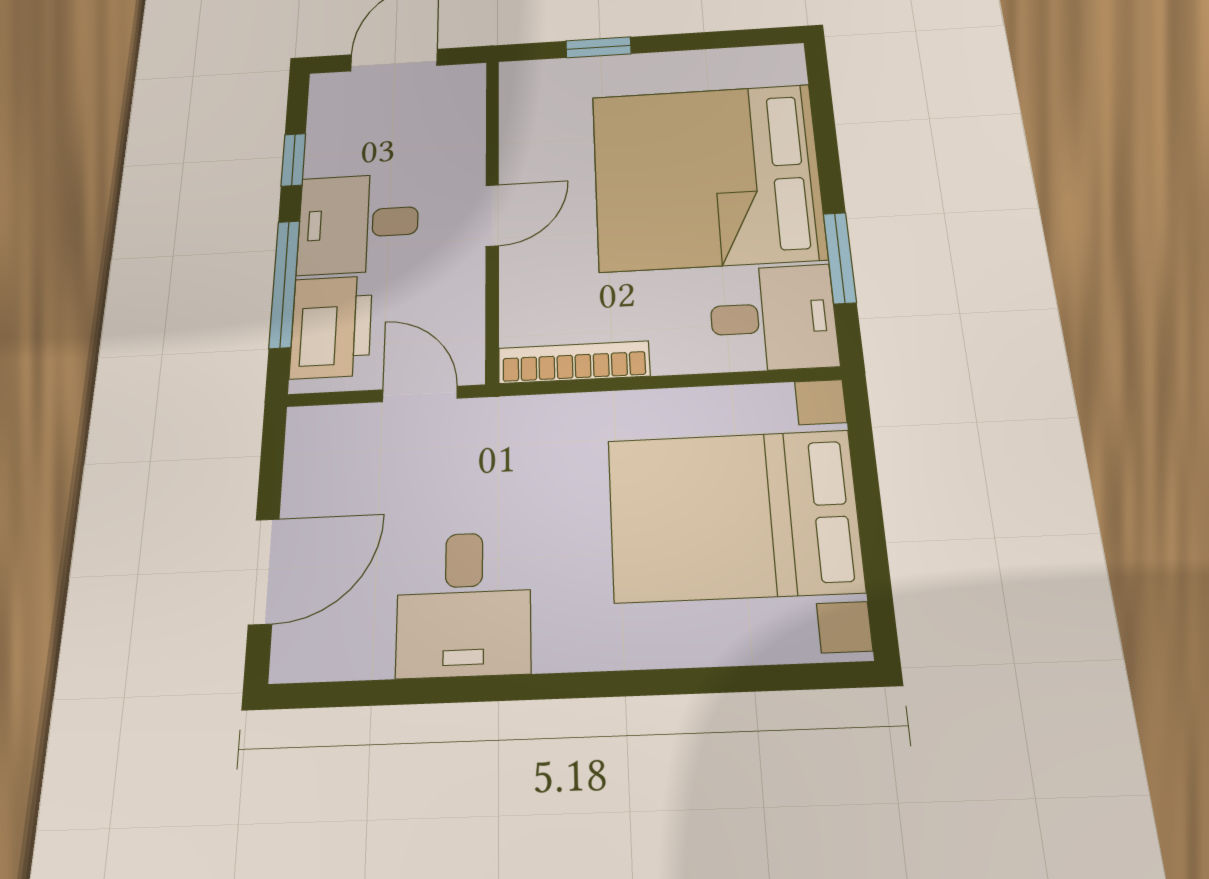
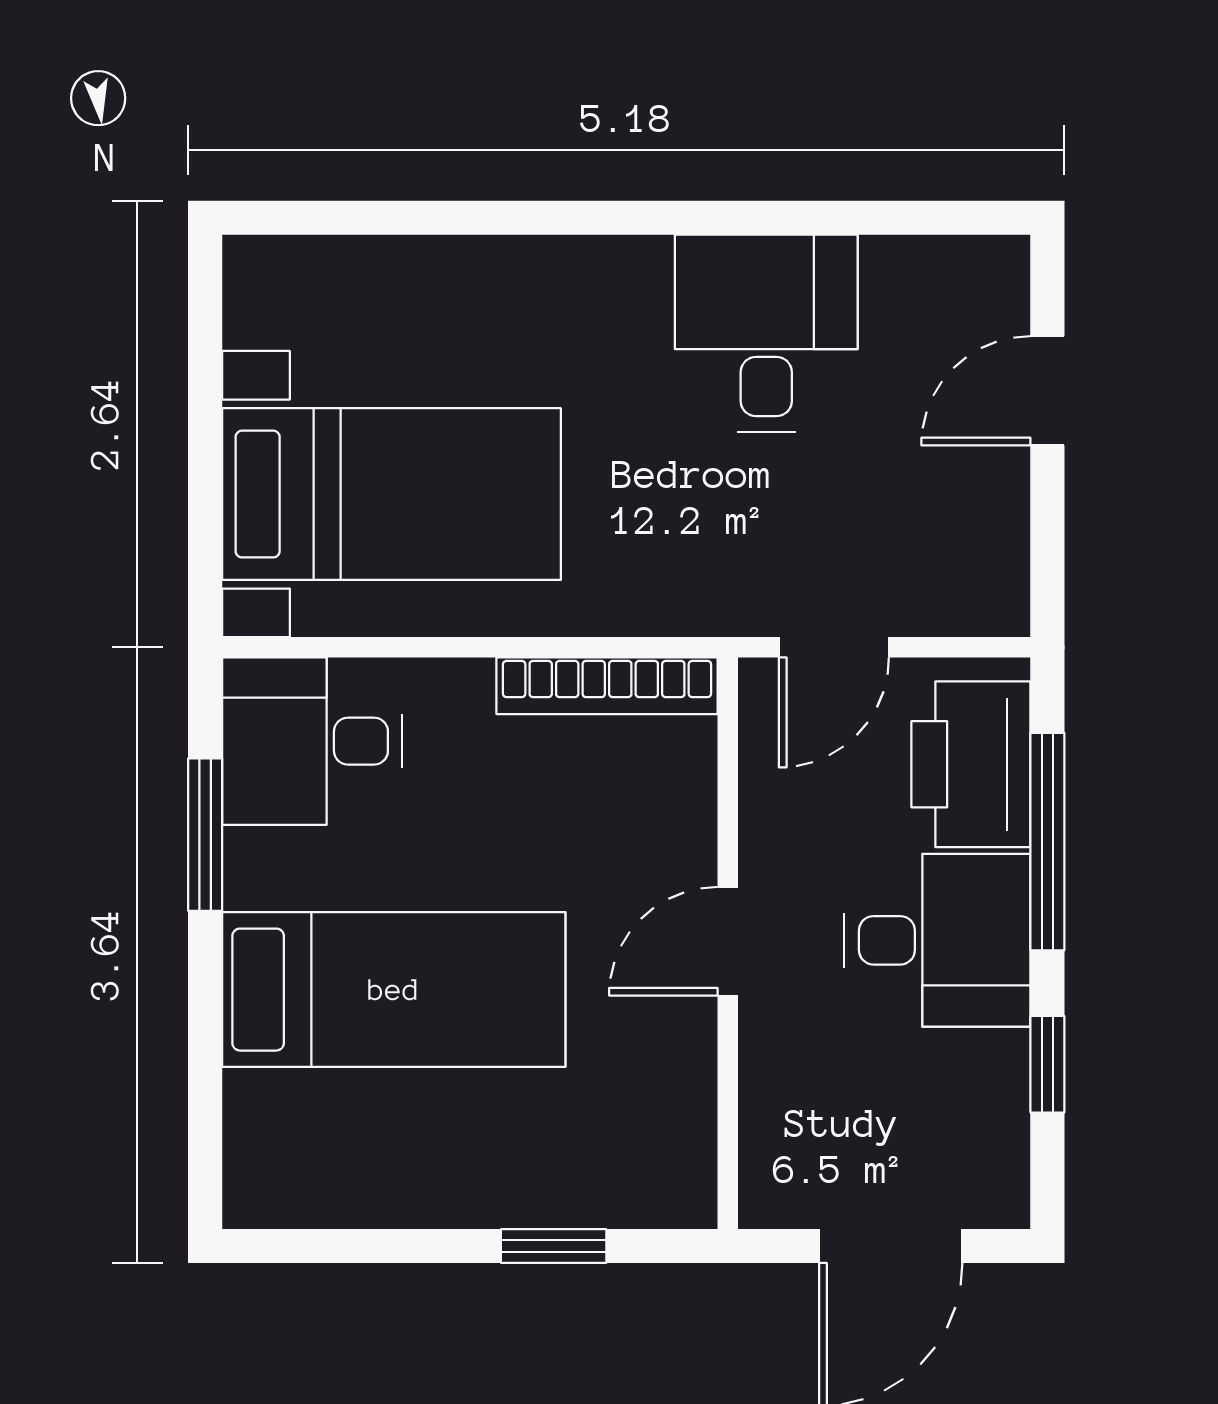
bed: (707, 176) -> (394, 990), width x0.49
door: (420, 394) -> (834, 647), hinge flipped
bed with nightstands: (733, 515) -> (391, 494), width x0.73
door: (264, 571) -> (1047, 391), width x0.73

